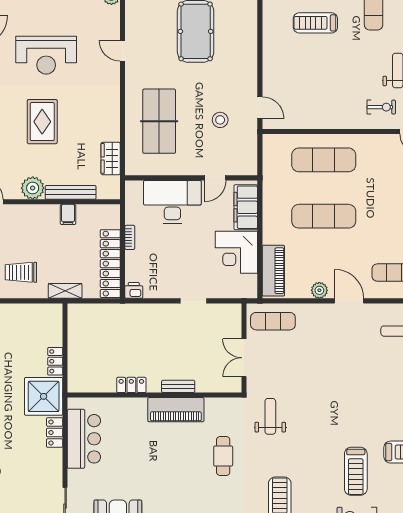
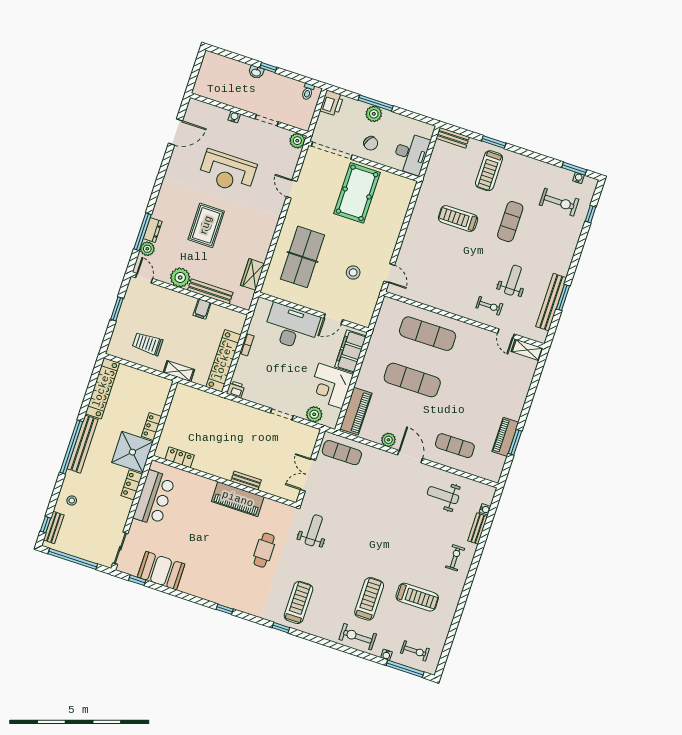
plant: (229, 289) -> (314, 414), added
locker: (131, 385) -> (180, 457), moved
treadmill: (356, 471) -> (369, 599), turned 180

